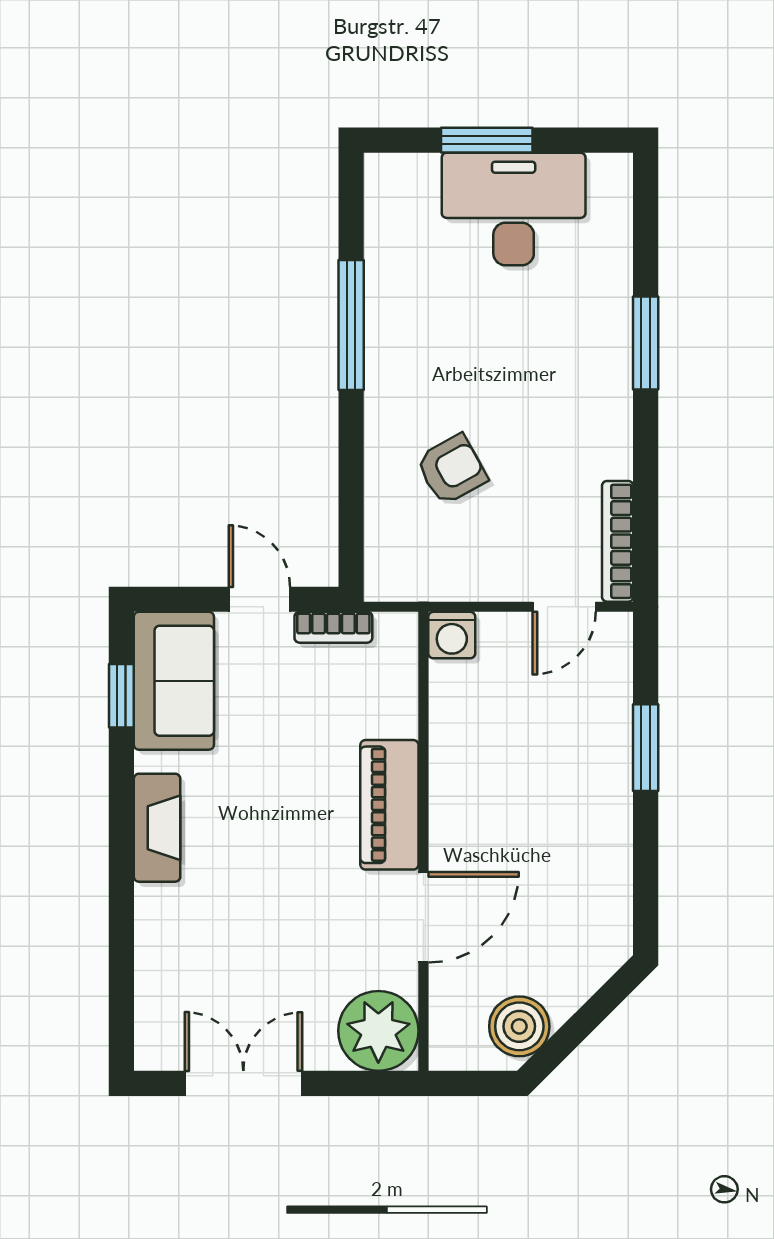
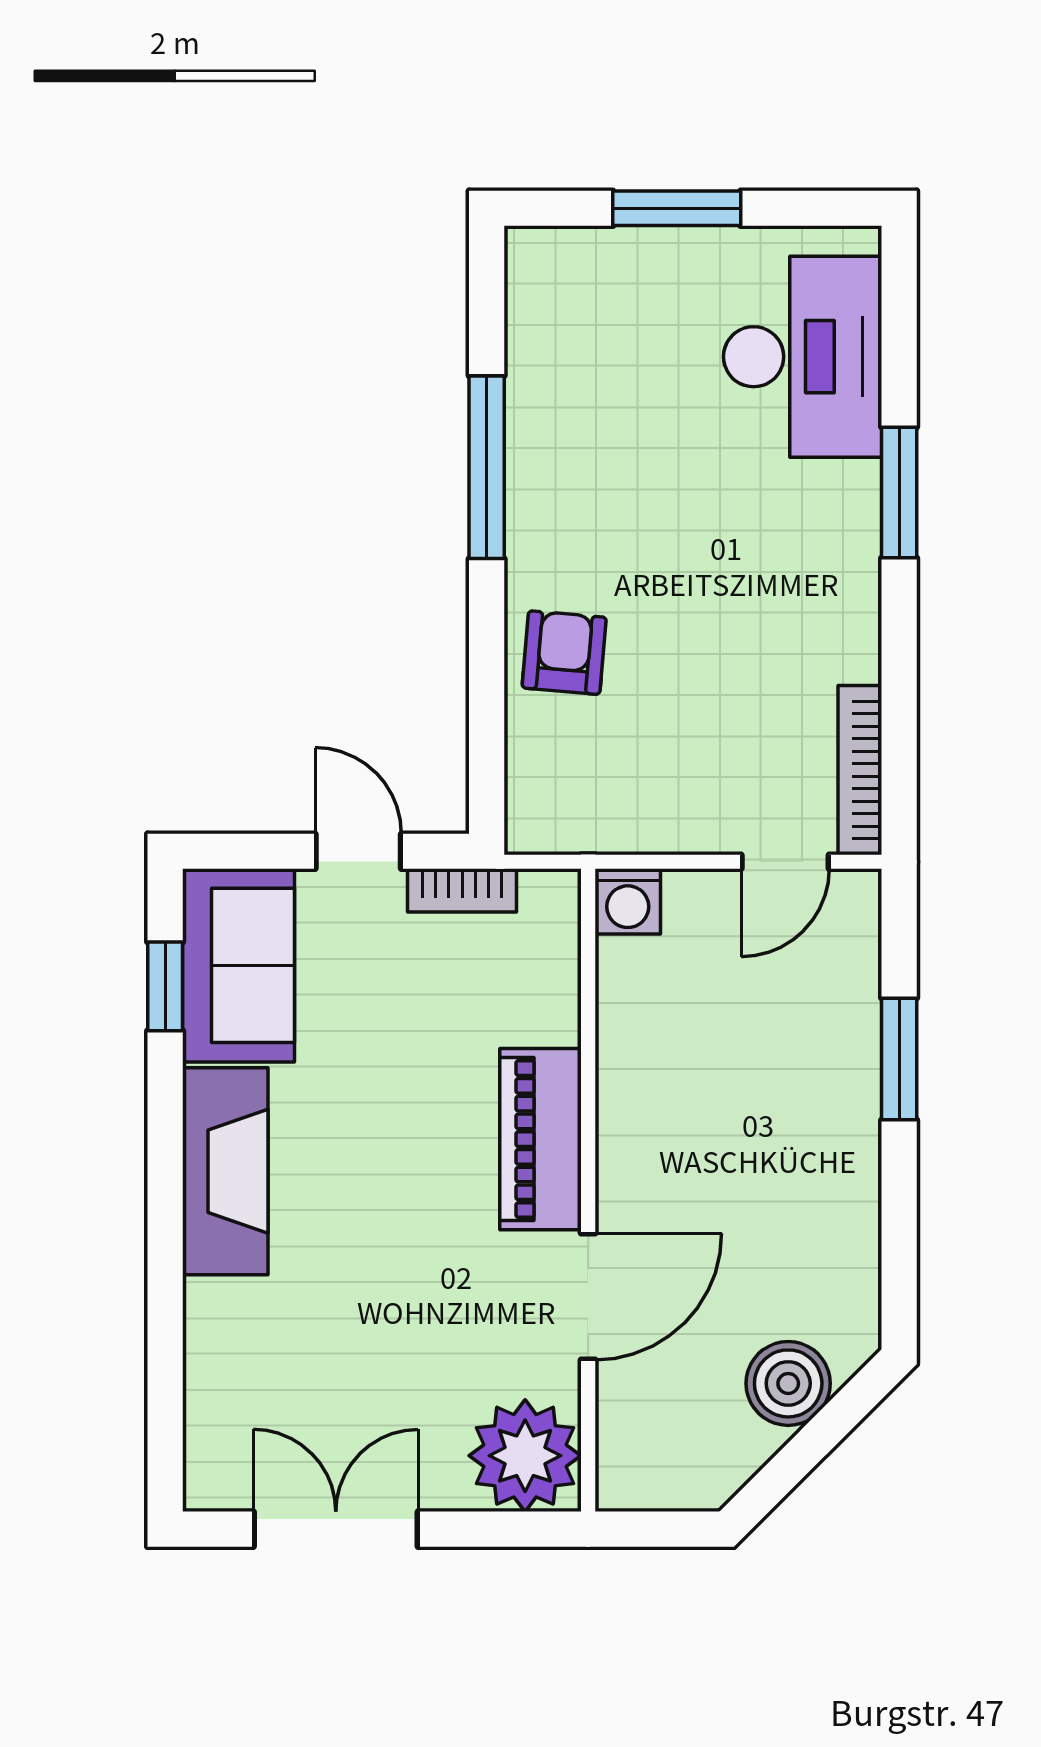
desk: (514, 209) -> (803, 357), moved, turned 90
armchair: (452, 470) -> (564, 653), moved, turned -56
fireplace: (157, 828) -> (225, 1171), width x1.37, depth x1.32
boiler: (519, 1026) -> (788, 1383), moved

